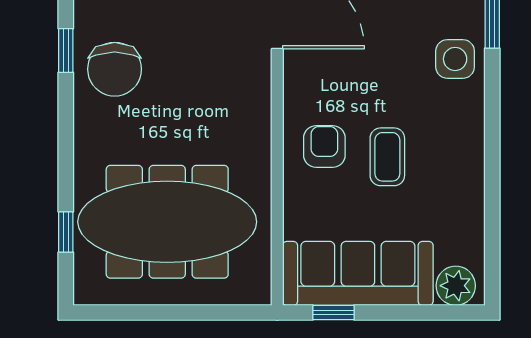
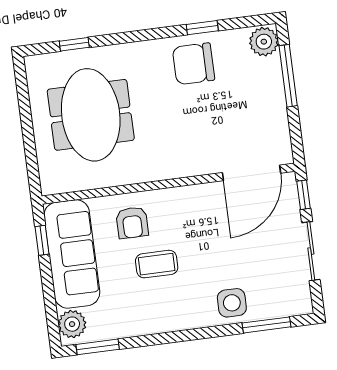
armchair: (324, 147) -> (132, 223), moved, turned 90
meeting table: (167, 222) -> (91, 115), width x0.73
window: (492, 254) -> (98, 347), added

